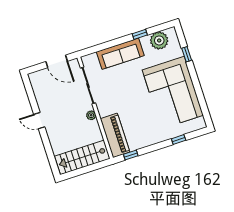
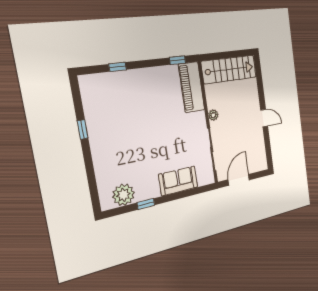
sofa: (120, 54) -> (178, 181), width x0.73
window: (187, 54) -> (83, 129), moved
door: (57, 61) -> (239, 180), hinge flipped
corner sofa: (173, 93) -> (116, 128), removed

